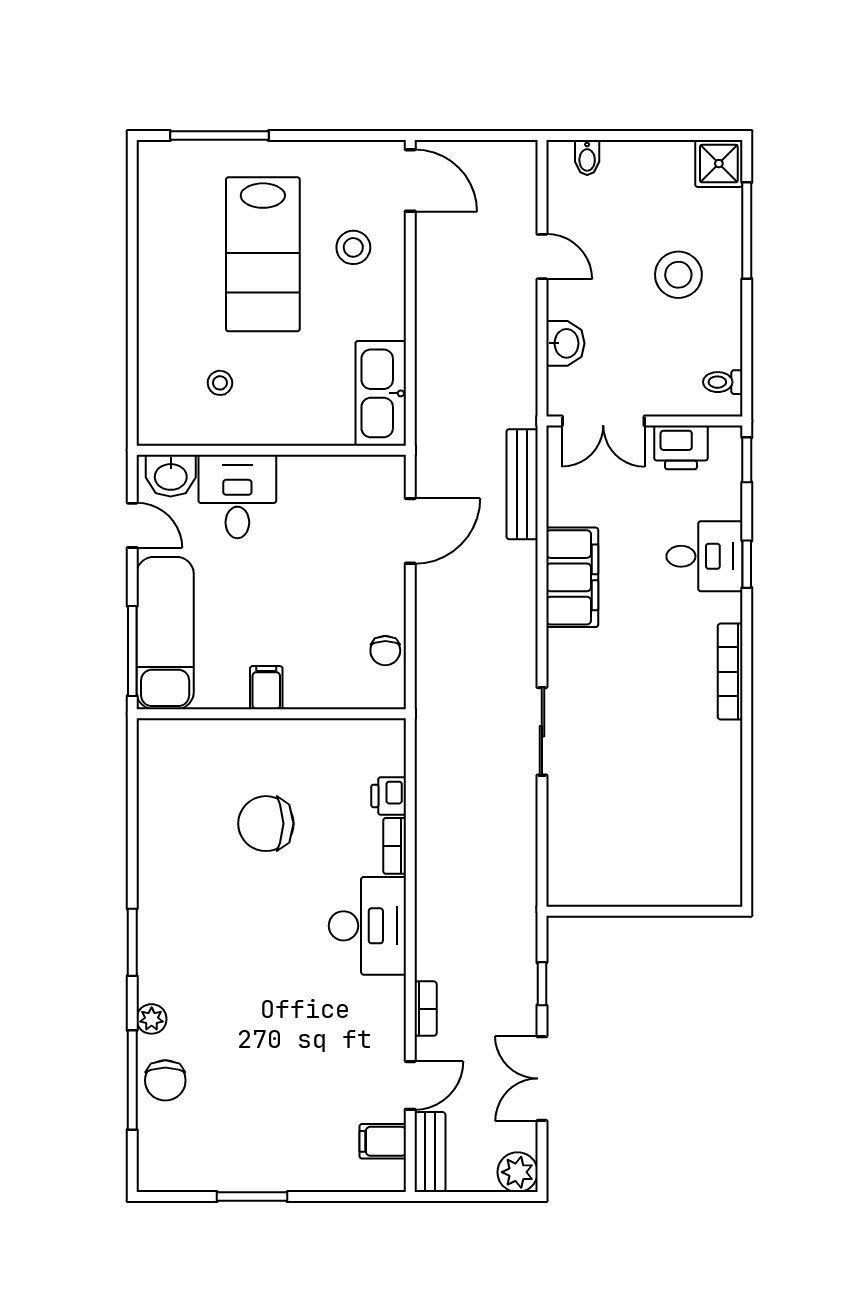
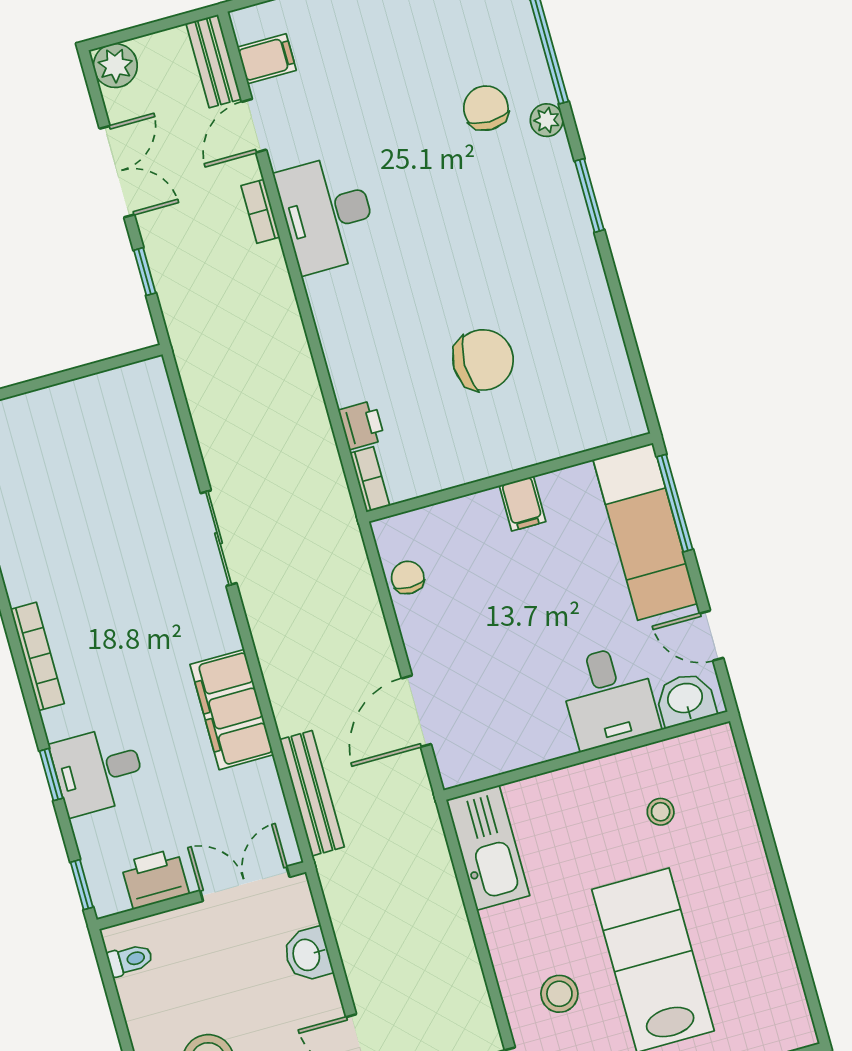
bookcase: (395, 846) -> (370, 479), moved
desk: (367, 926) -> (327, 214), moved
chair: (165, 1080) -> (486, 108), moved

